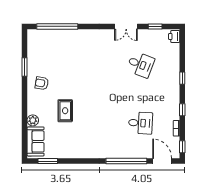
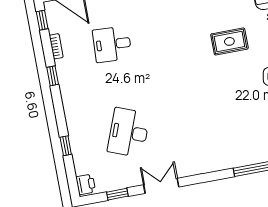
desk: (140, 65) -> (129, 132), width x1.37
window: (182, 78) -> (66, 146), moved
rug: (65, 111) -> (229, 41), turned 90

